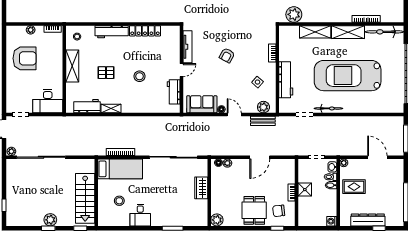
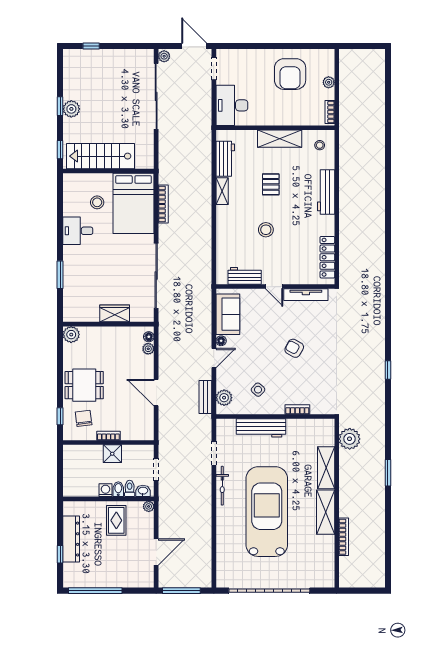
locker: (145, 31) -> (327, 257), moved
bicycle: (384, 32) -> (326, 562), removed
bed: (120, 169) -> (134, 203), width x1.50
washing machine: (332, 221) -> (105, 490), moved

